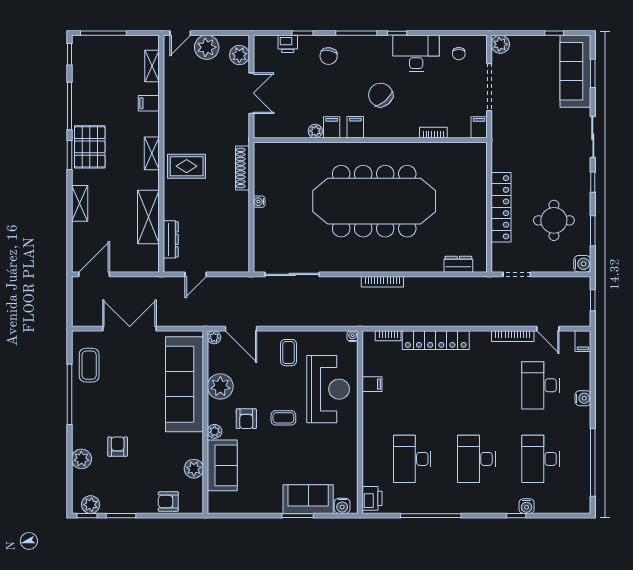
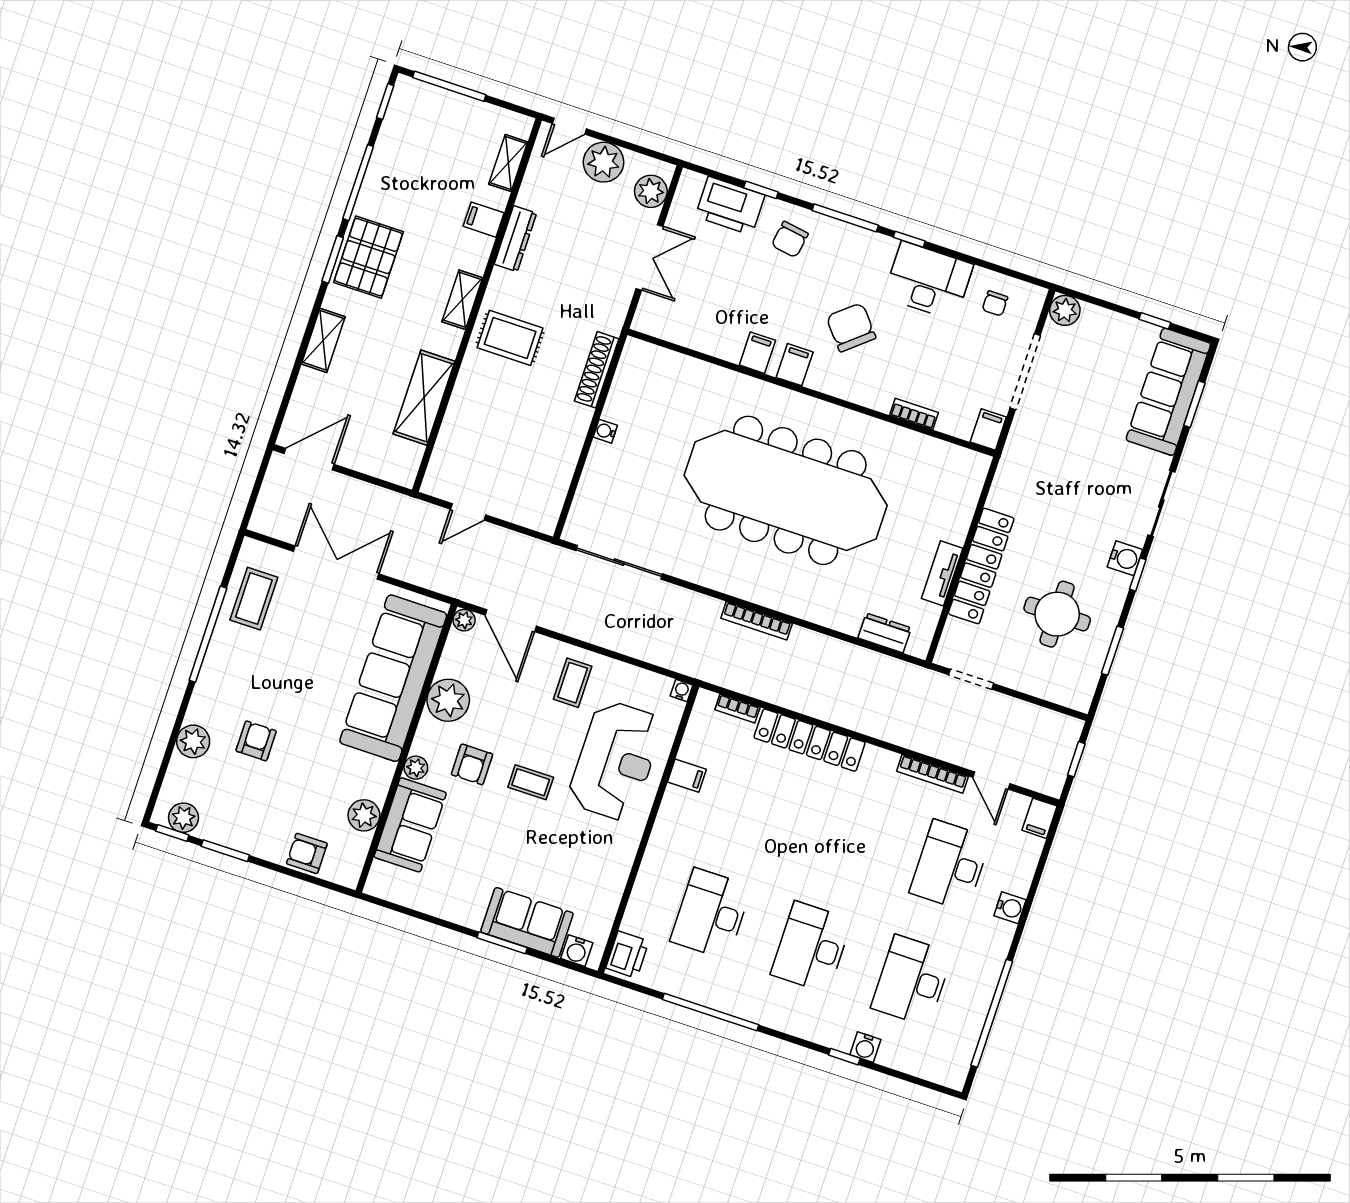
printer: (288, 44) -> (730, 206), width x1.87, depth x1.48
plant: (315, 131) -> (730, 350), removed
tv unit: (480, 219) -> (942, 573), added
dresser: (171, 239) -> (515, 239), moved
water cooler: (582, 264) -> (1125, 558), moved

